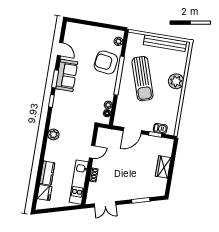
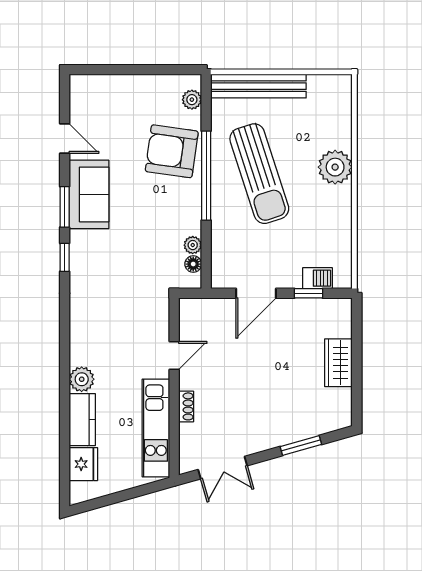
bench: (165, 43) -> (258, 86), moved
plant: (53, 134) -> (82, 379), moved

